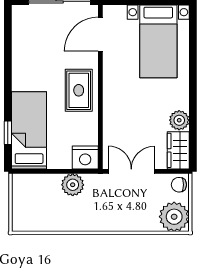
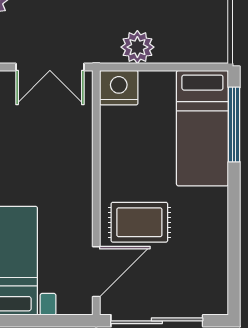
rug: (79, 90) -> (139, 222), moved, turned 90
window: (8, 133) -> (234, 125), width x2.17

